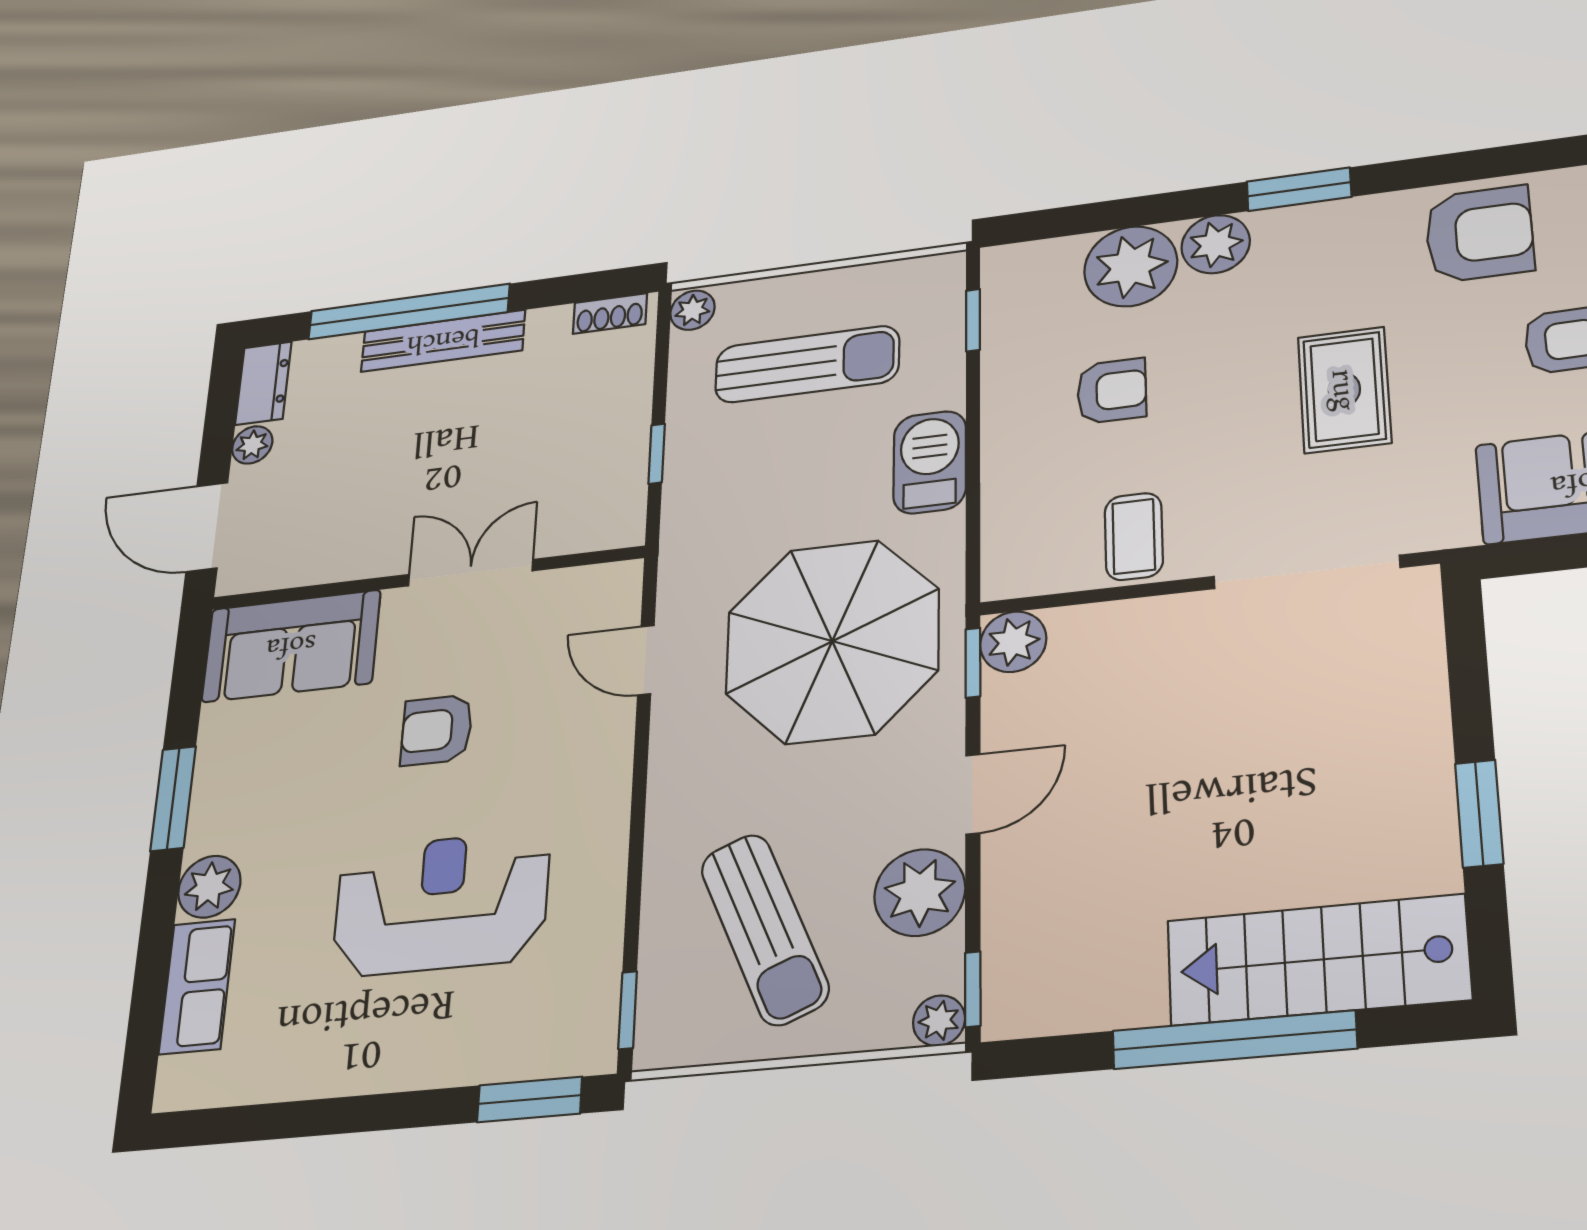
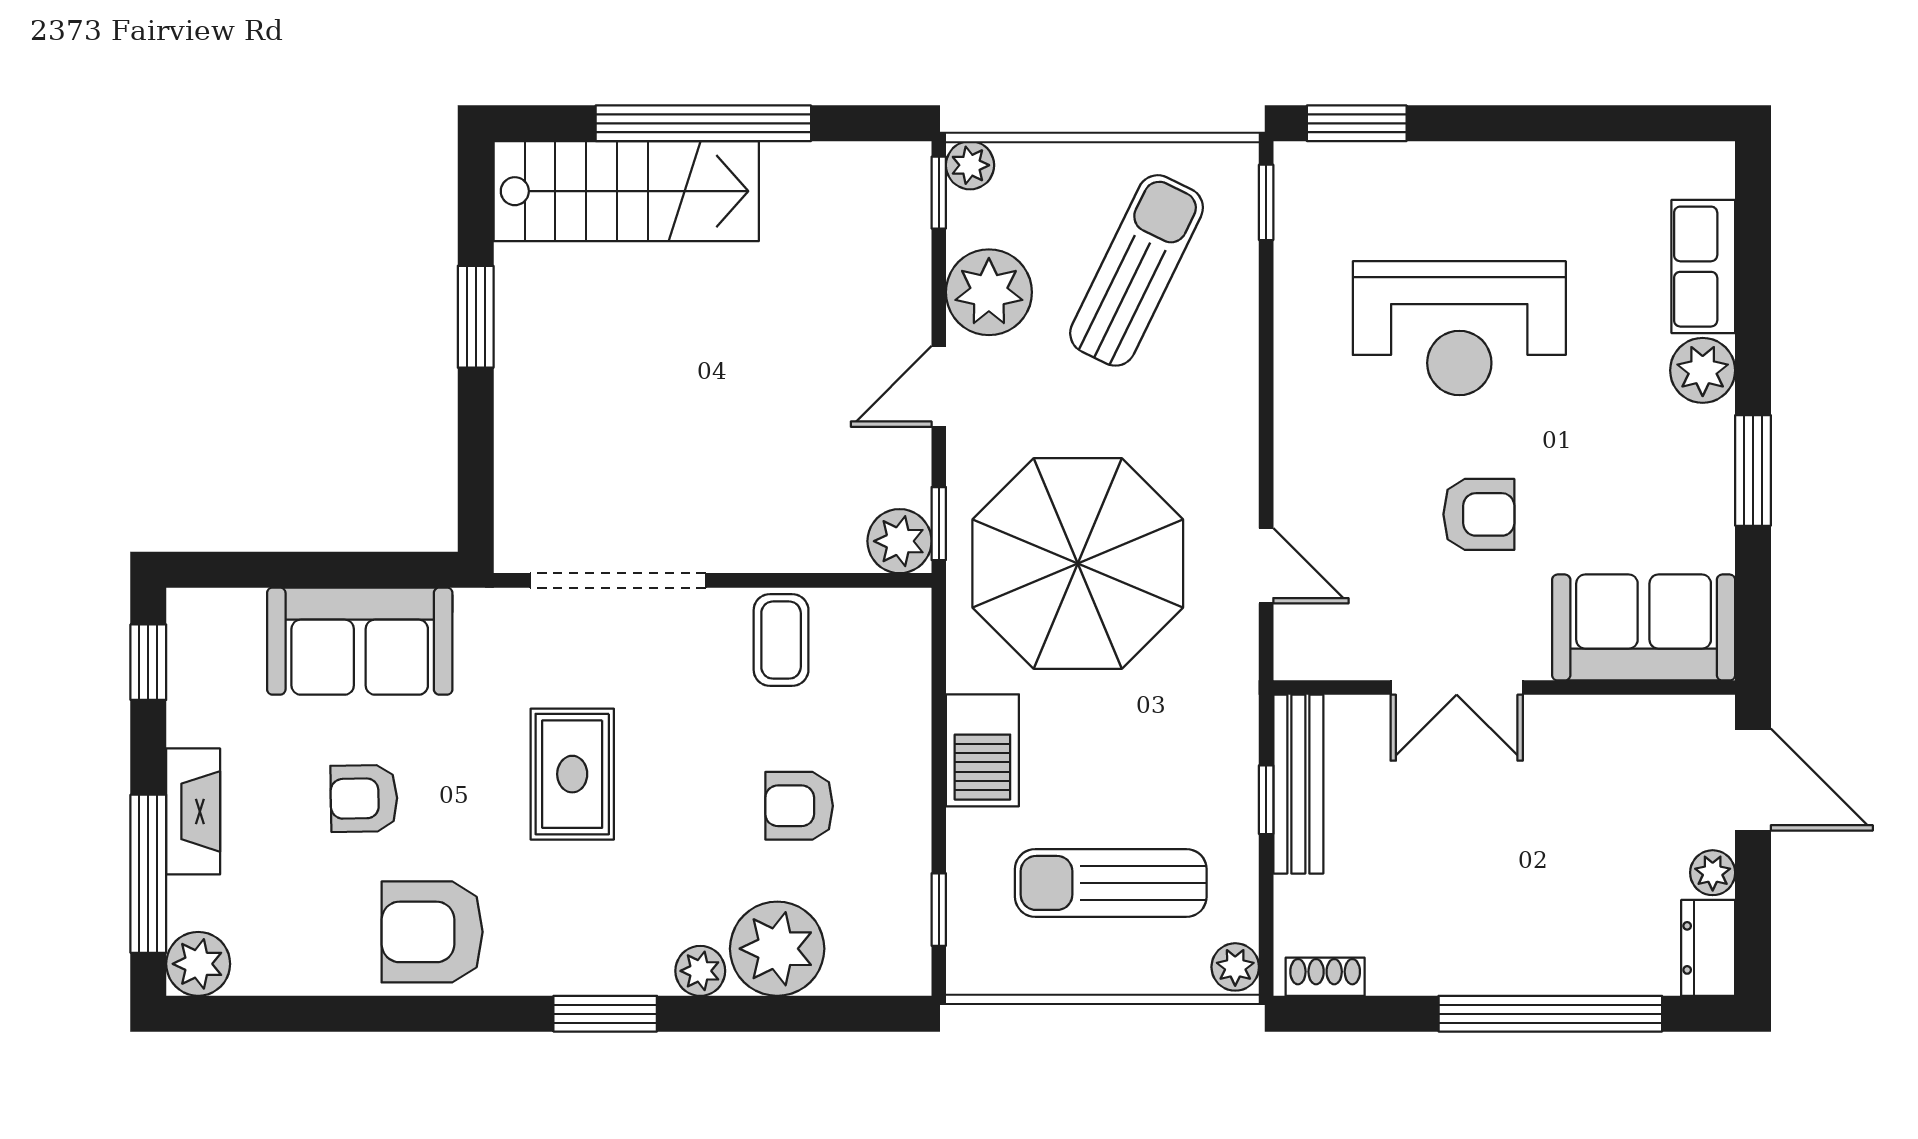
plant: (1216, 244) -> (700, 971), width x0.73, depth x0.73
bench: (443, 341) -> (1298, 784), moved, turned 90
sun lounger: (765, 929) -> (1137, 270), turned 49

